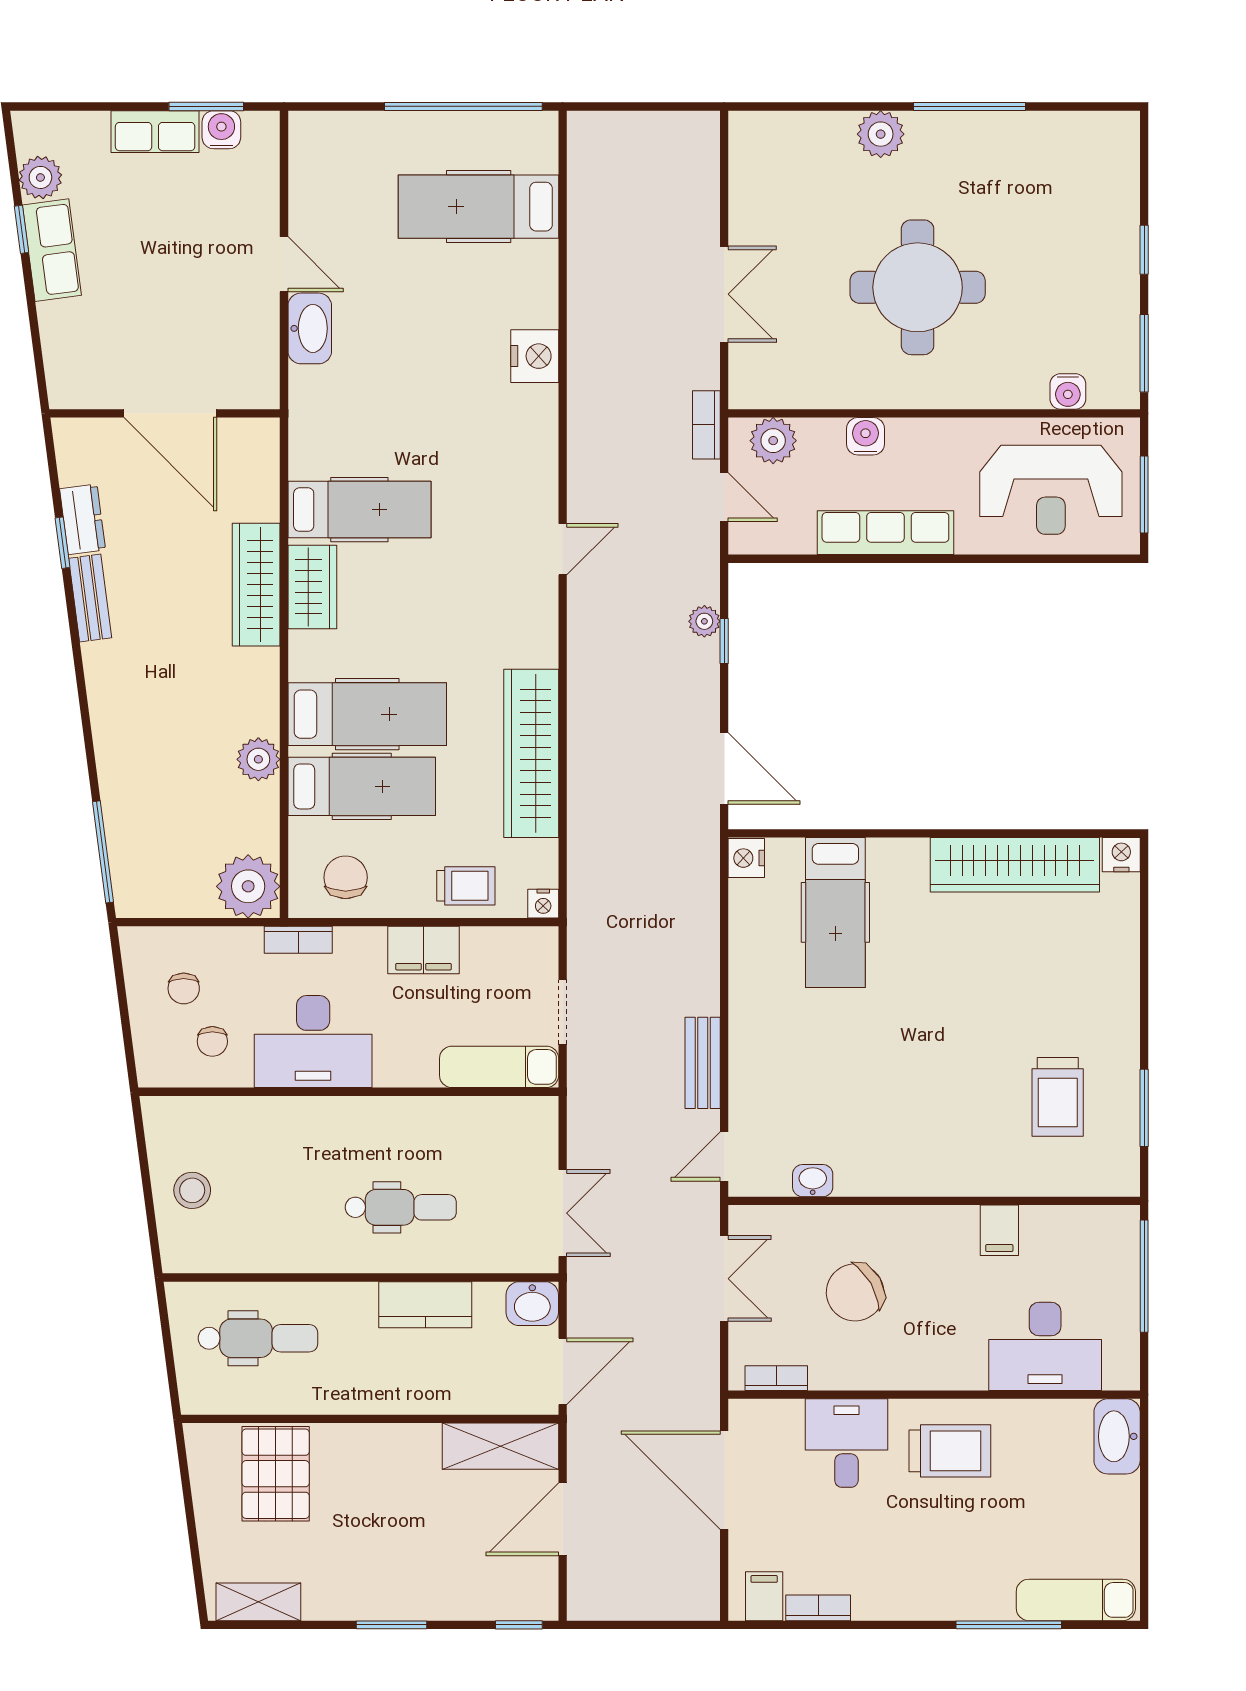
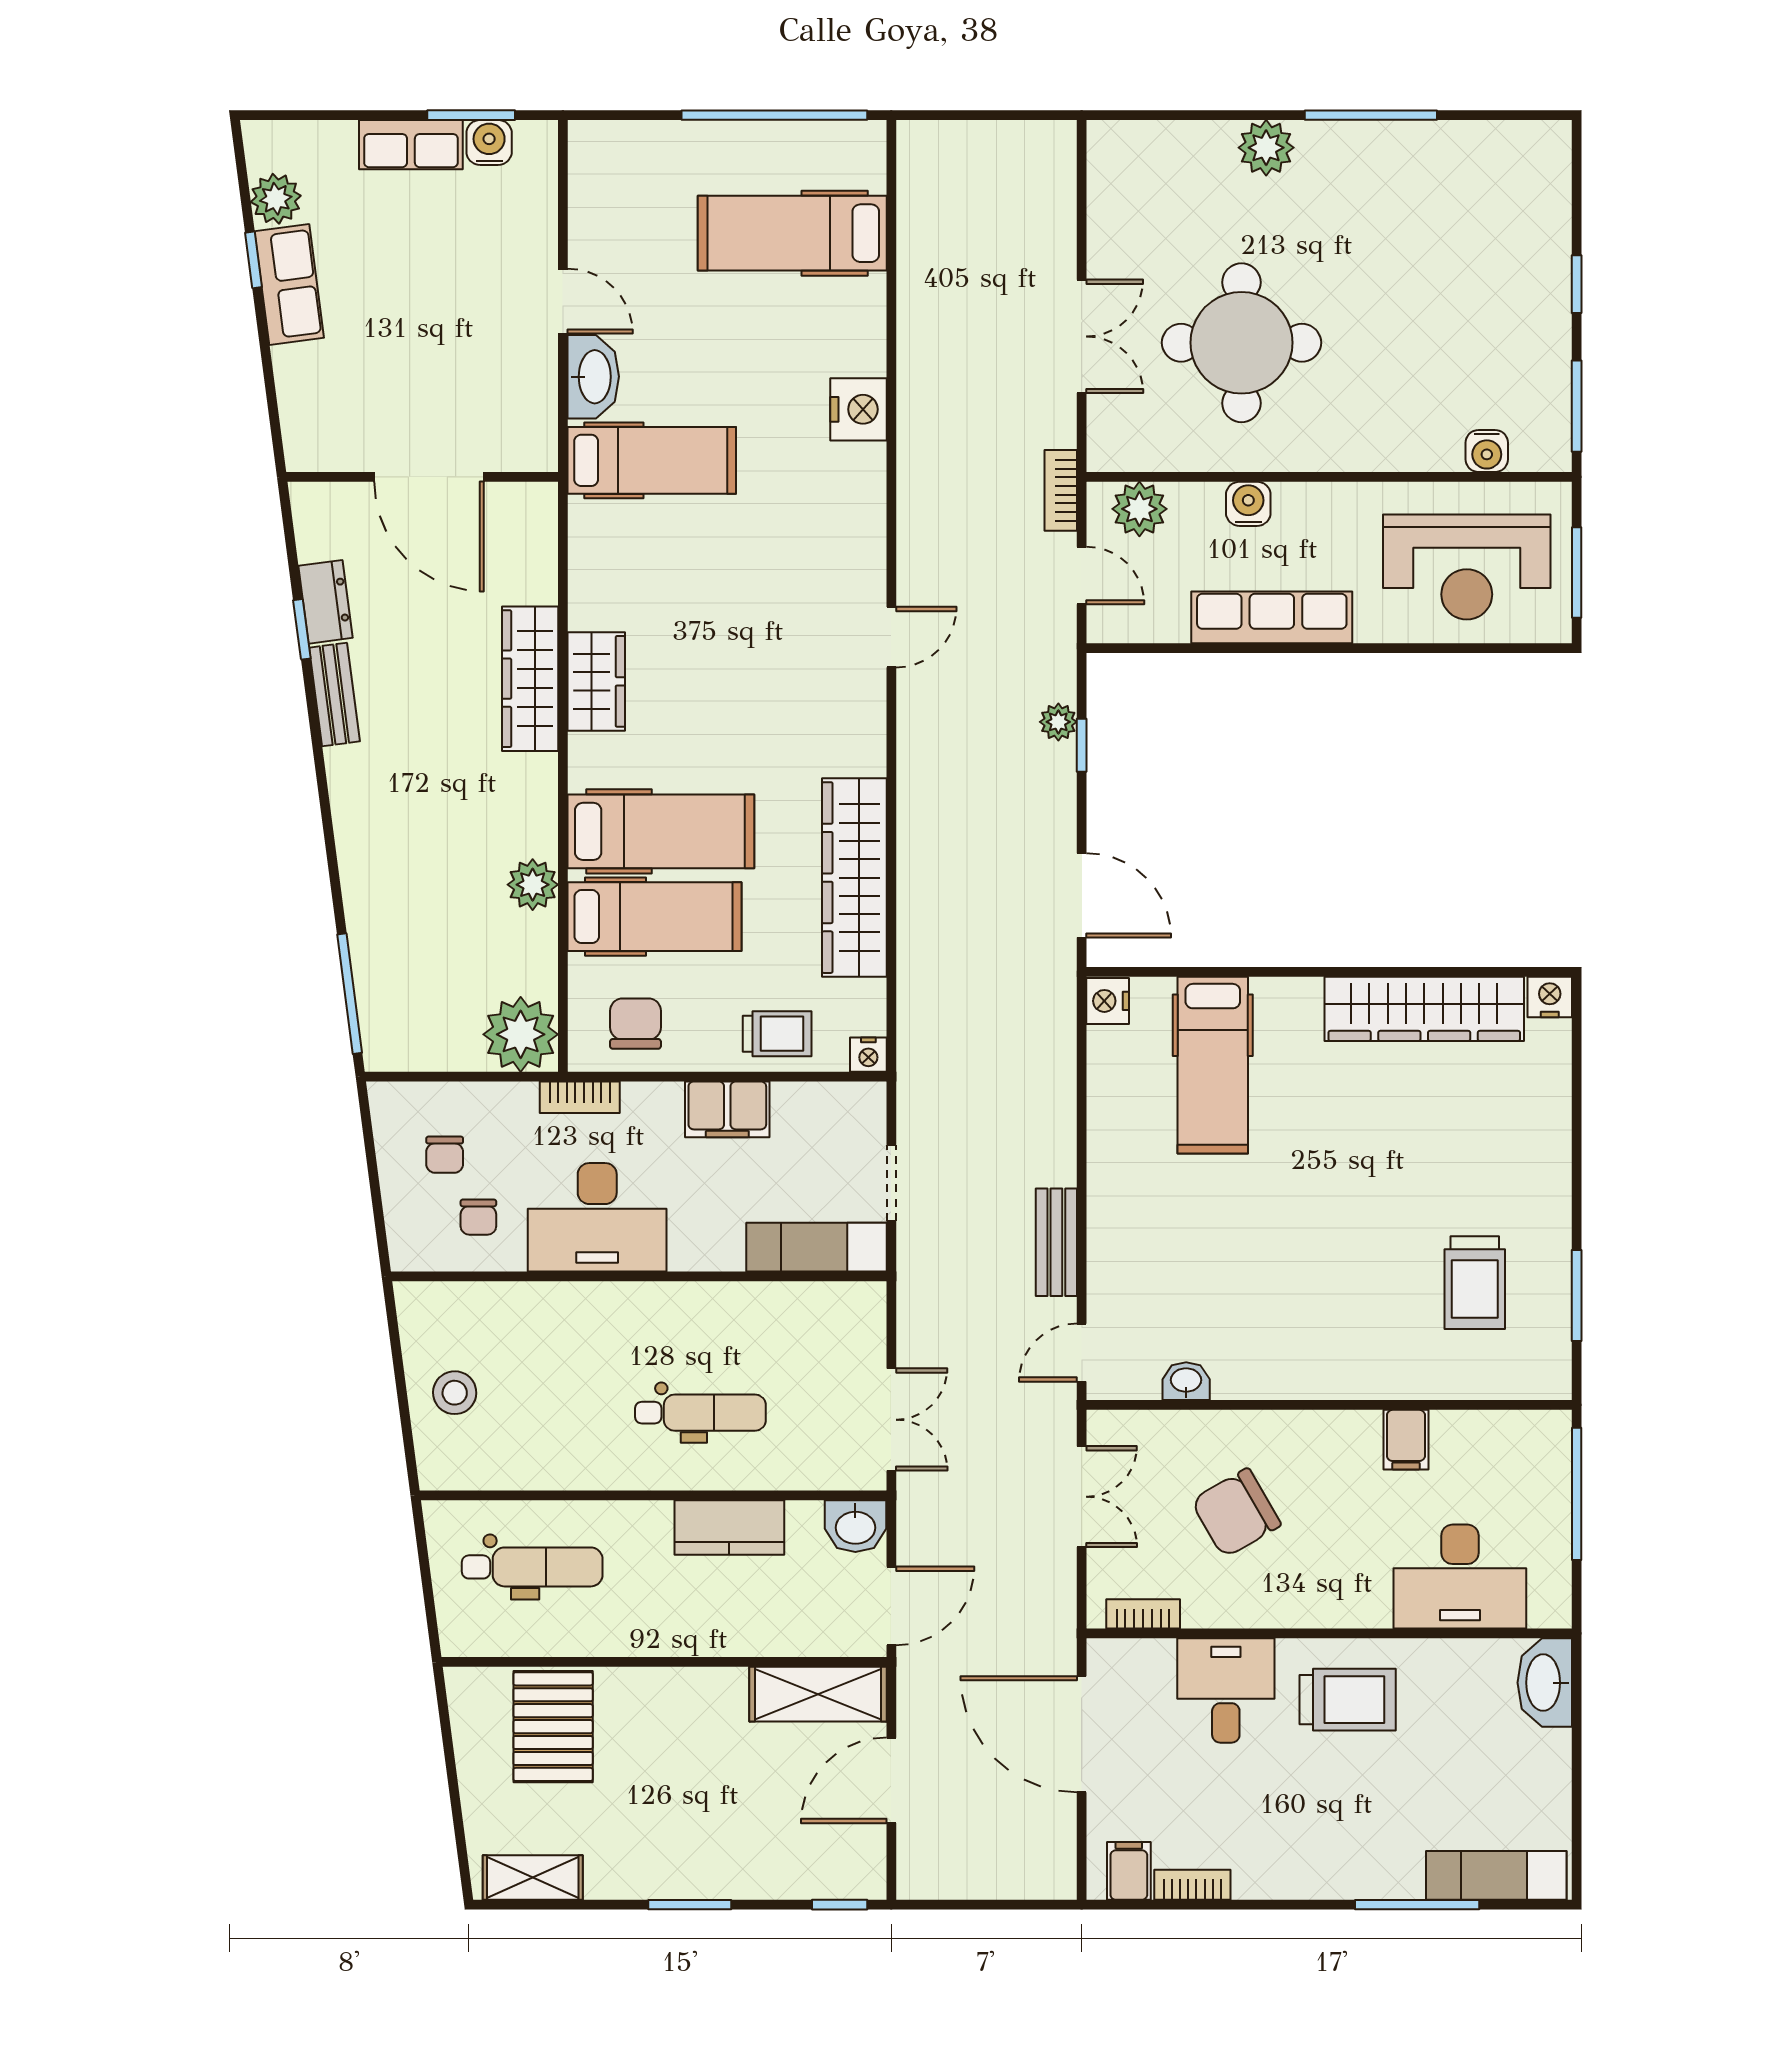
round table: (918, 287) -> (1241, 343), moved
hospital bed: (359, 510) -> (652, 460), moved

